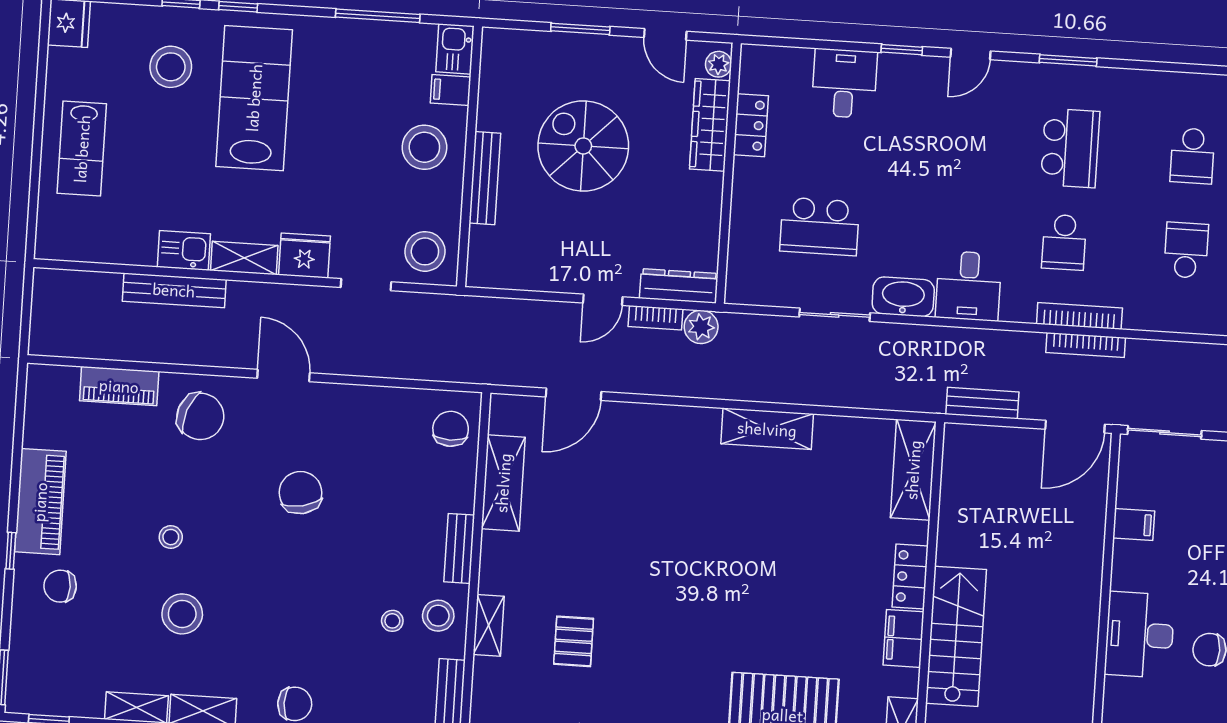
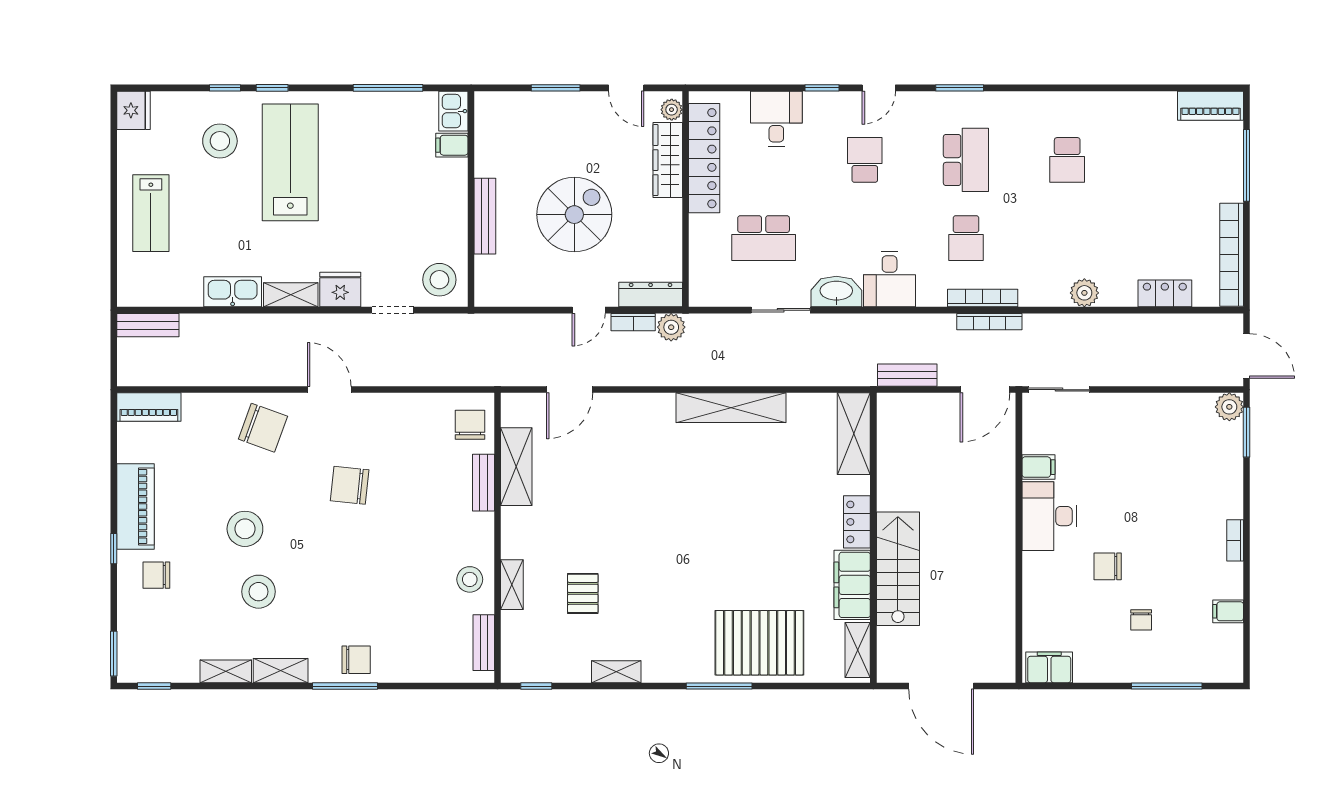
locker: (751, 125) -> (704, 158), width x2.16, depth x1.21
spiral stairs: (583, 146) -> (574, 215), moved, turned 90
stool: (424, 147) -> (433, 194), removed
kitchen sink: (184, 250) -> (233, 292), width x1.38
school desk: (1186, 250) -> (865, 160), moved
bench: (174, 290) -> (148, 325), moved, width x0.73
plant: (1203, 318) -> (1084, 293), added
piano: (119, 386) -> (149, 407), moved
shelving: (767, 429) -> (731, 408), width x1.47
chair: (300, 493) -> (350, 485), turned -72
stool: (171, 537) -> (245, 529), width x1.89, depth x1.89
bench: (459, 548) -> (483, 483), moved
stool: (392, 621) -> (432, 586), removed
desk: (1140, 635) -> (1049, 516), moved
filing cabinet: (904, 638) -> (852, 585), width x1.50, depth x1.17

